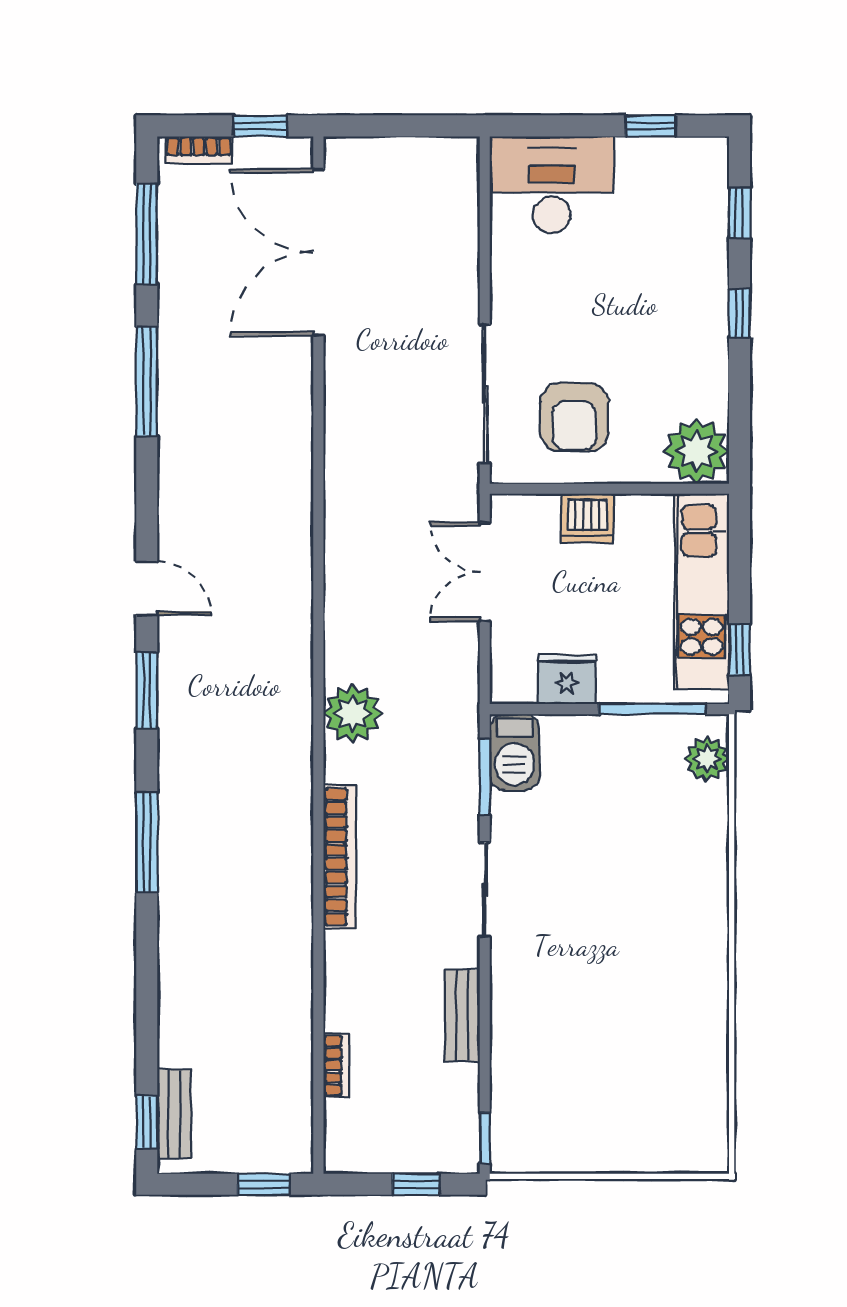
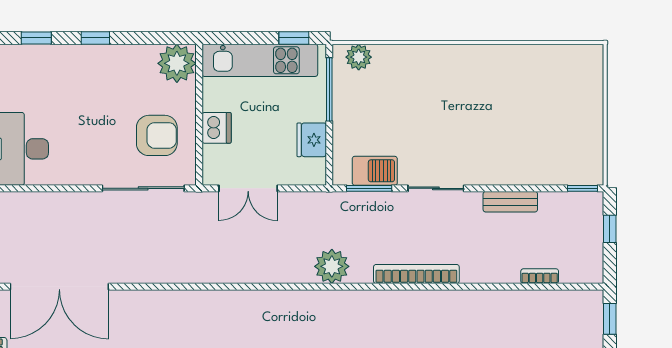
barbecue: (515, 752) -> (375, 171), moved

